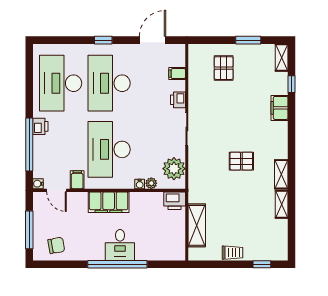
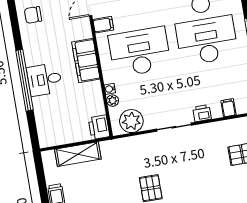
chair: (56, 245) -> (33, 15), turned 100

